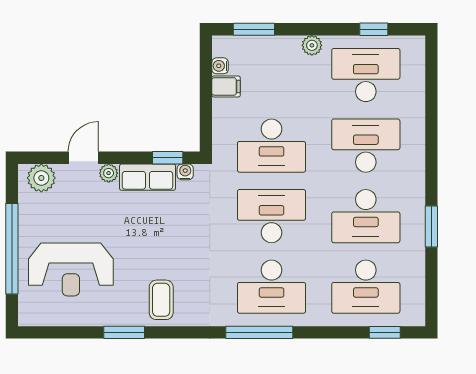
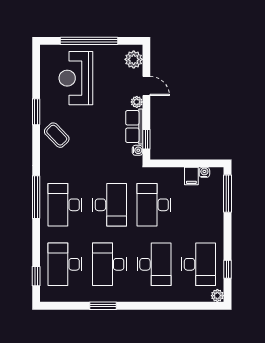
window: (254, 29) -> (227, 194), width x1.44
plant: (312, 45) -> (217, 296), moved
coffee table: (161, 300) -> (57, 135), turned 46

